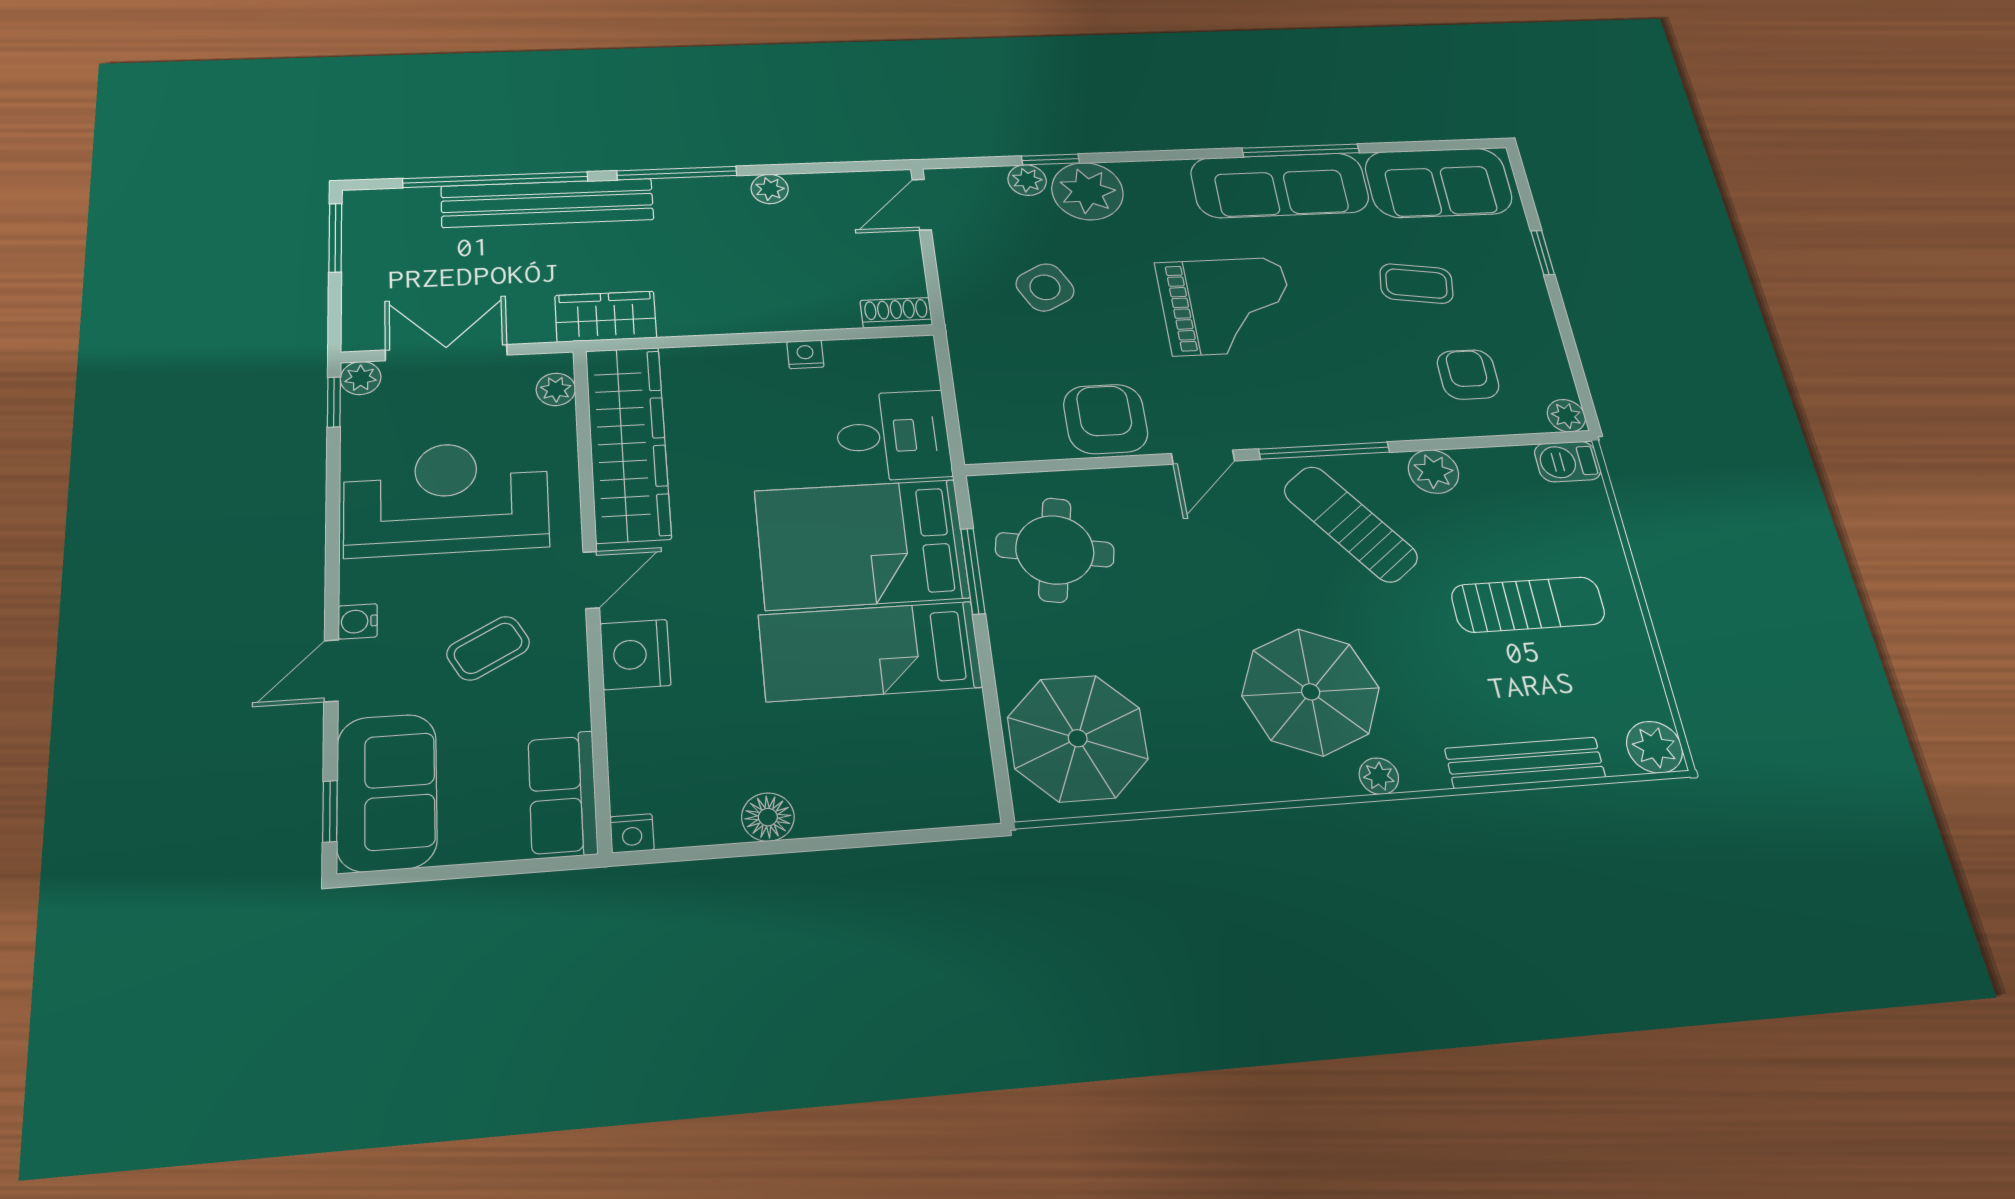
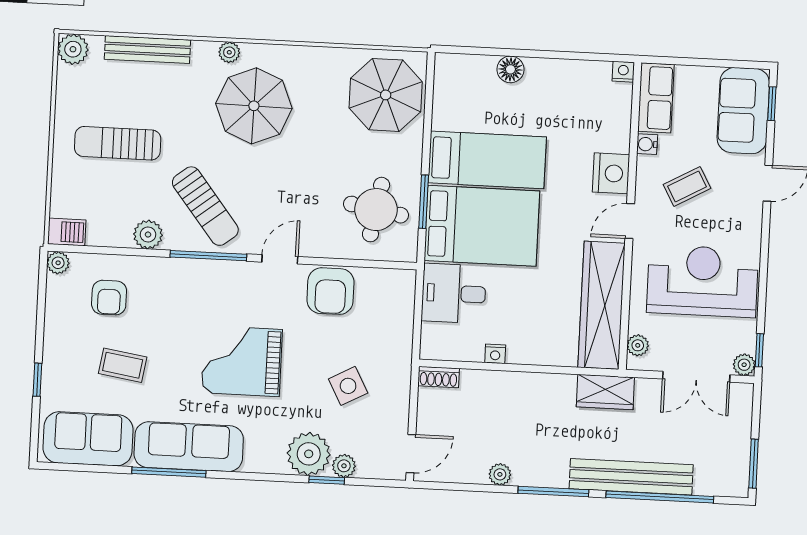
reception desk: (446, 498) -> (703, 281), turned 180
water cooler: (358, 621) -> (647, 144), moved, turned 180
floor lamp: (768, 817) -> (510, 69), moved

